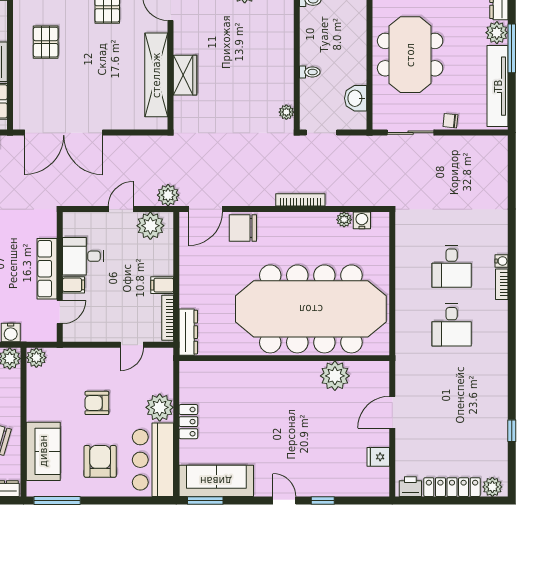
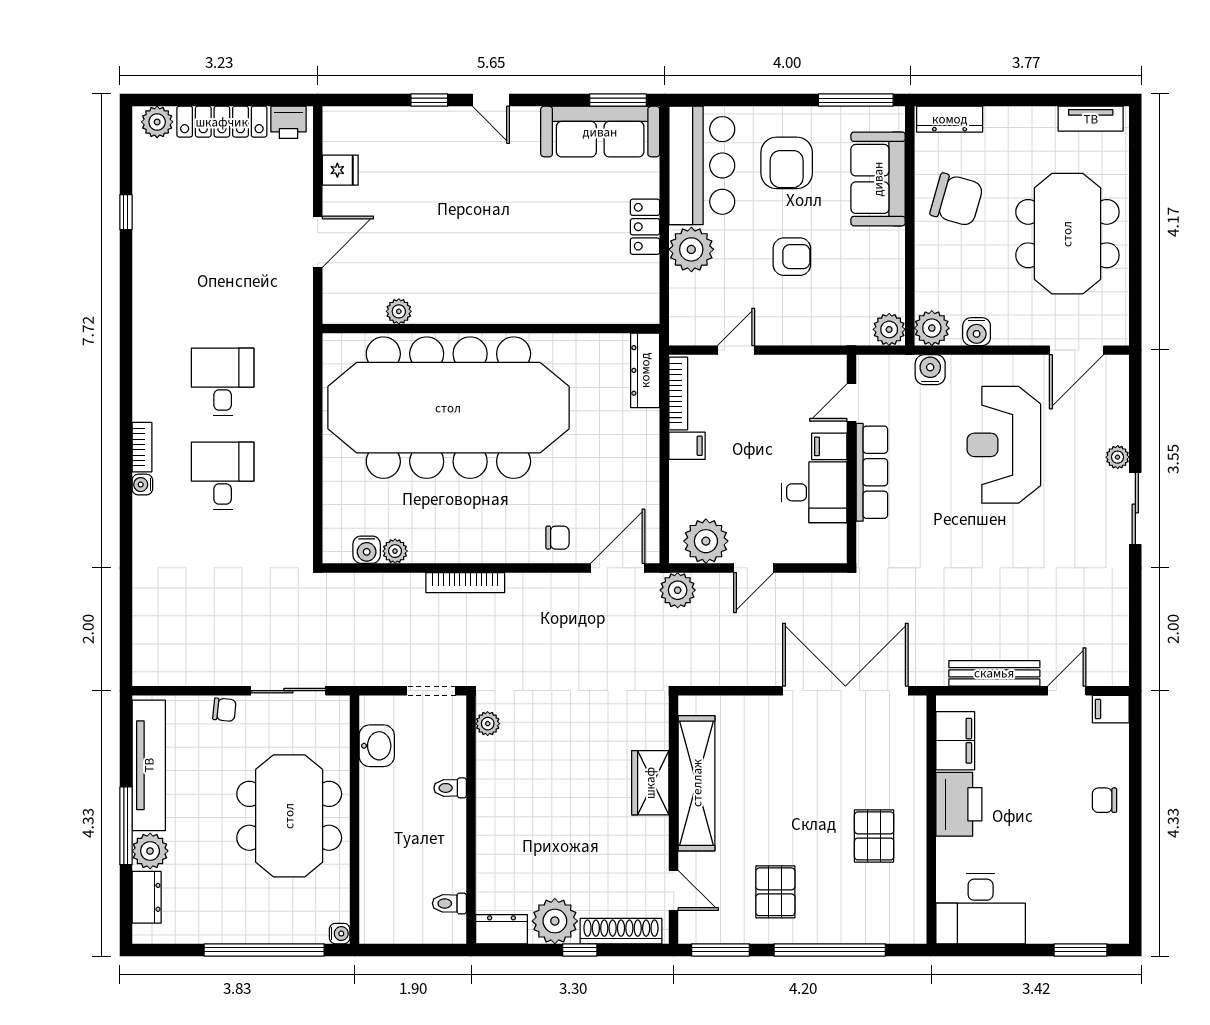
chair: (243, 228) -> (558, 538), width x0.54, depth x0.54
plant: (335, 376) -> (399, 311), width x0.53, depth x0.53

